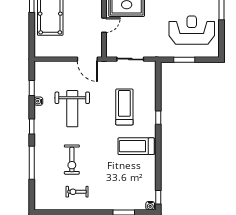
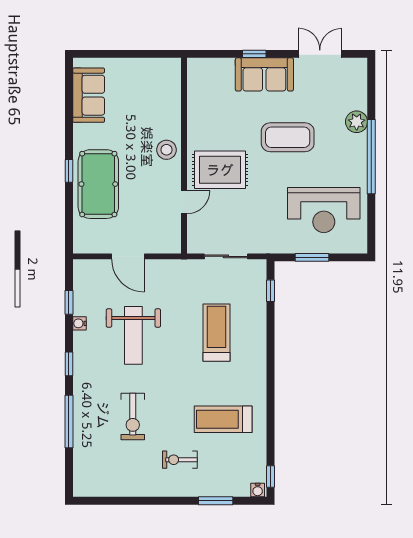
reception desk: (192, 30) -> (324, 210), turned 180
door: (87, 59) -> (128, 256), moved
window: (158, 118) -> (270, 291), moved
treadmill: (136, 146) -> (223, 419), moved
exercise bike: (77, 192) -> (180, 460), moved

